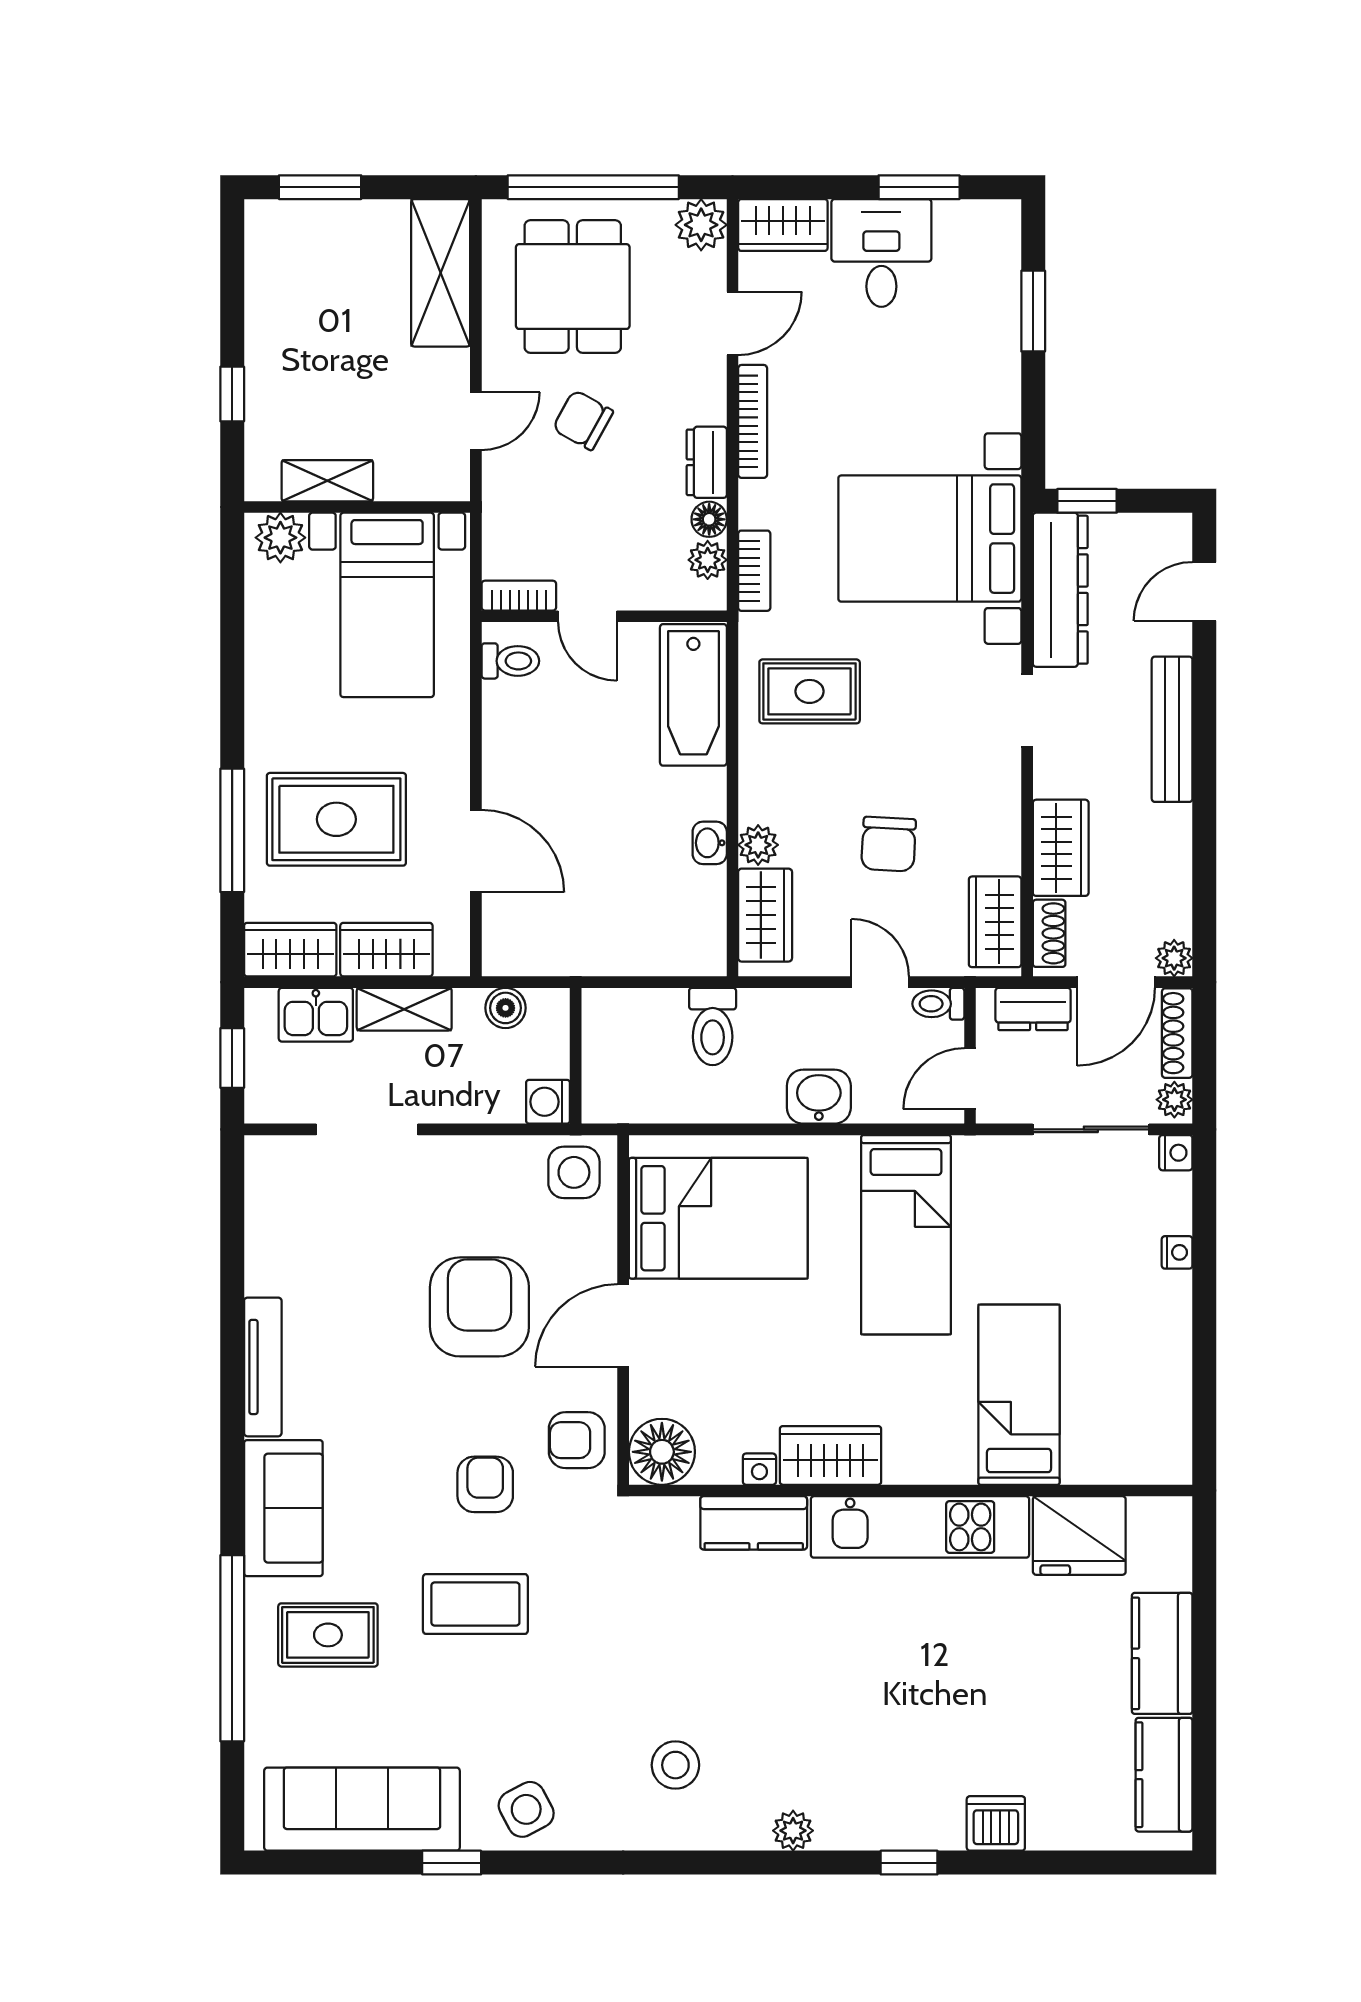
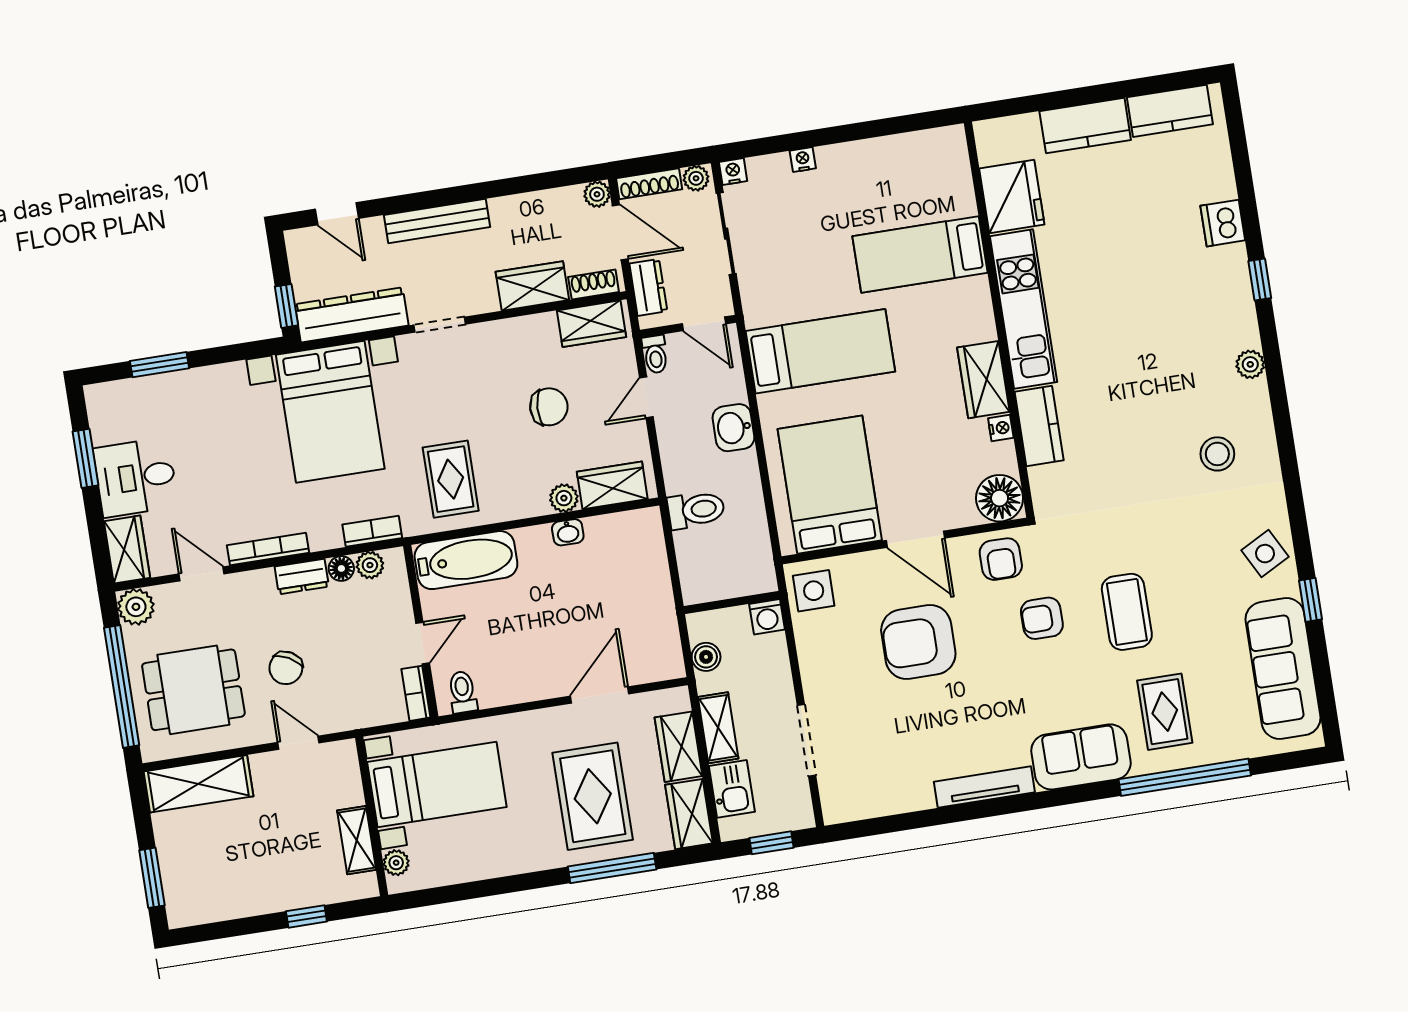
plant: (280, 538) -> (396, 863), width x0.73, depth x0.73

